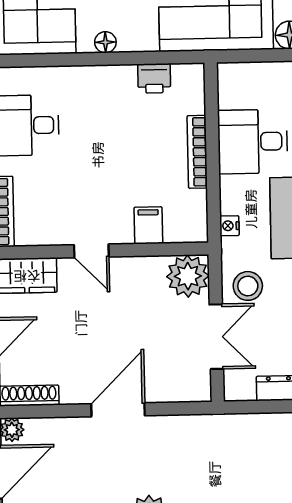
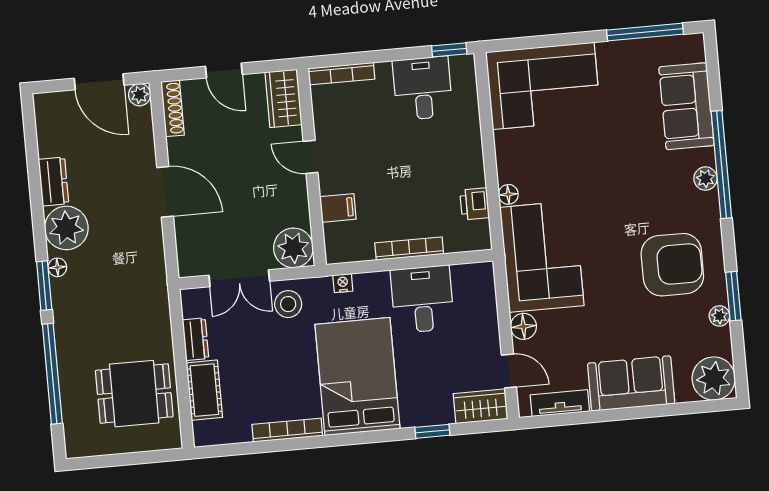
floor lamp: (105, 42) -> (508, 194), moved
door: (91, 251) -> (311, 157), hinge flipped

